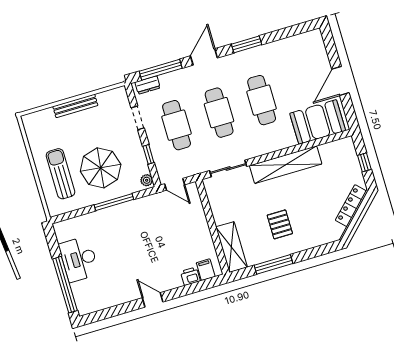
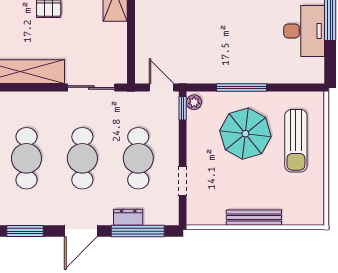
dresser: (148, 85) -> (128, 217), moved
window: (148, 154) -> (183, 108), moved

